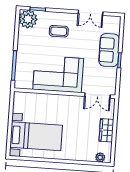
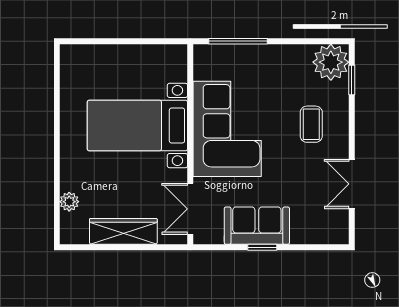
sofa: (109, 50) -> (257, 226), moved
wardrobe: (106, 130) -> (123, 231), width x1.50
bed with nightstands: (36, 136) -> (137, 126), moved, turned 90
plant: (100, 157) -> (69, 202), moved

